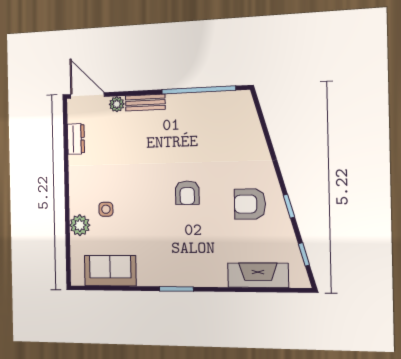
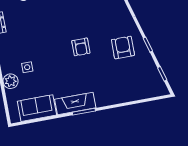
armchair: (250, 204) -> (123, 47), turned 90
fireplace: (258, 275) -> (75, 103), moved

